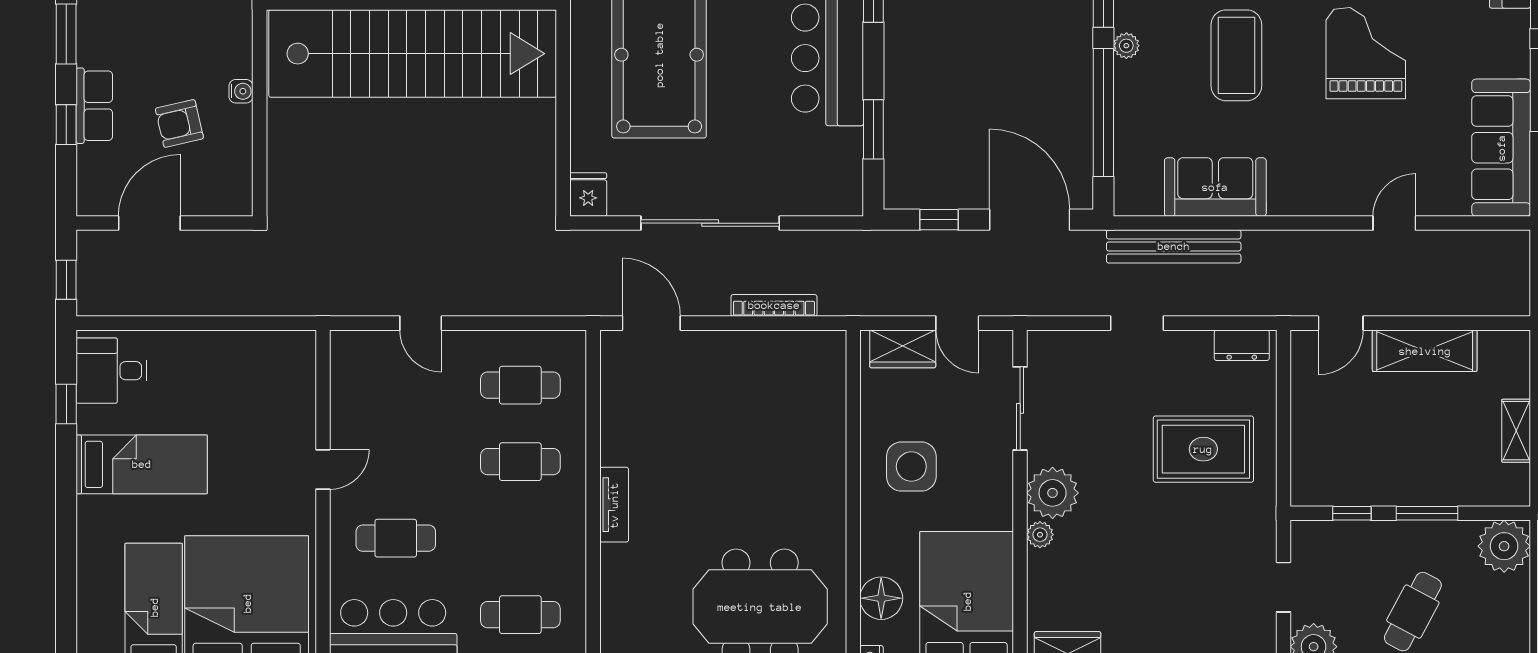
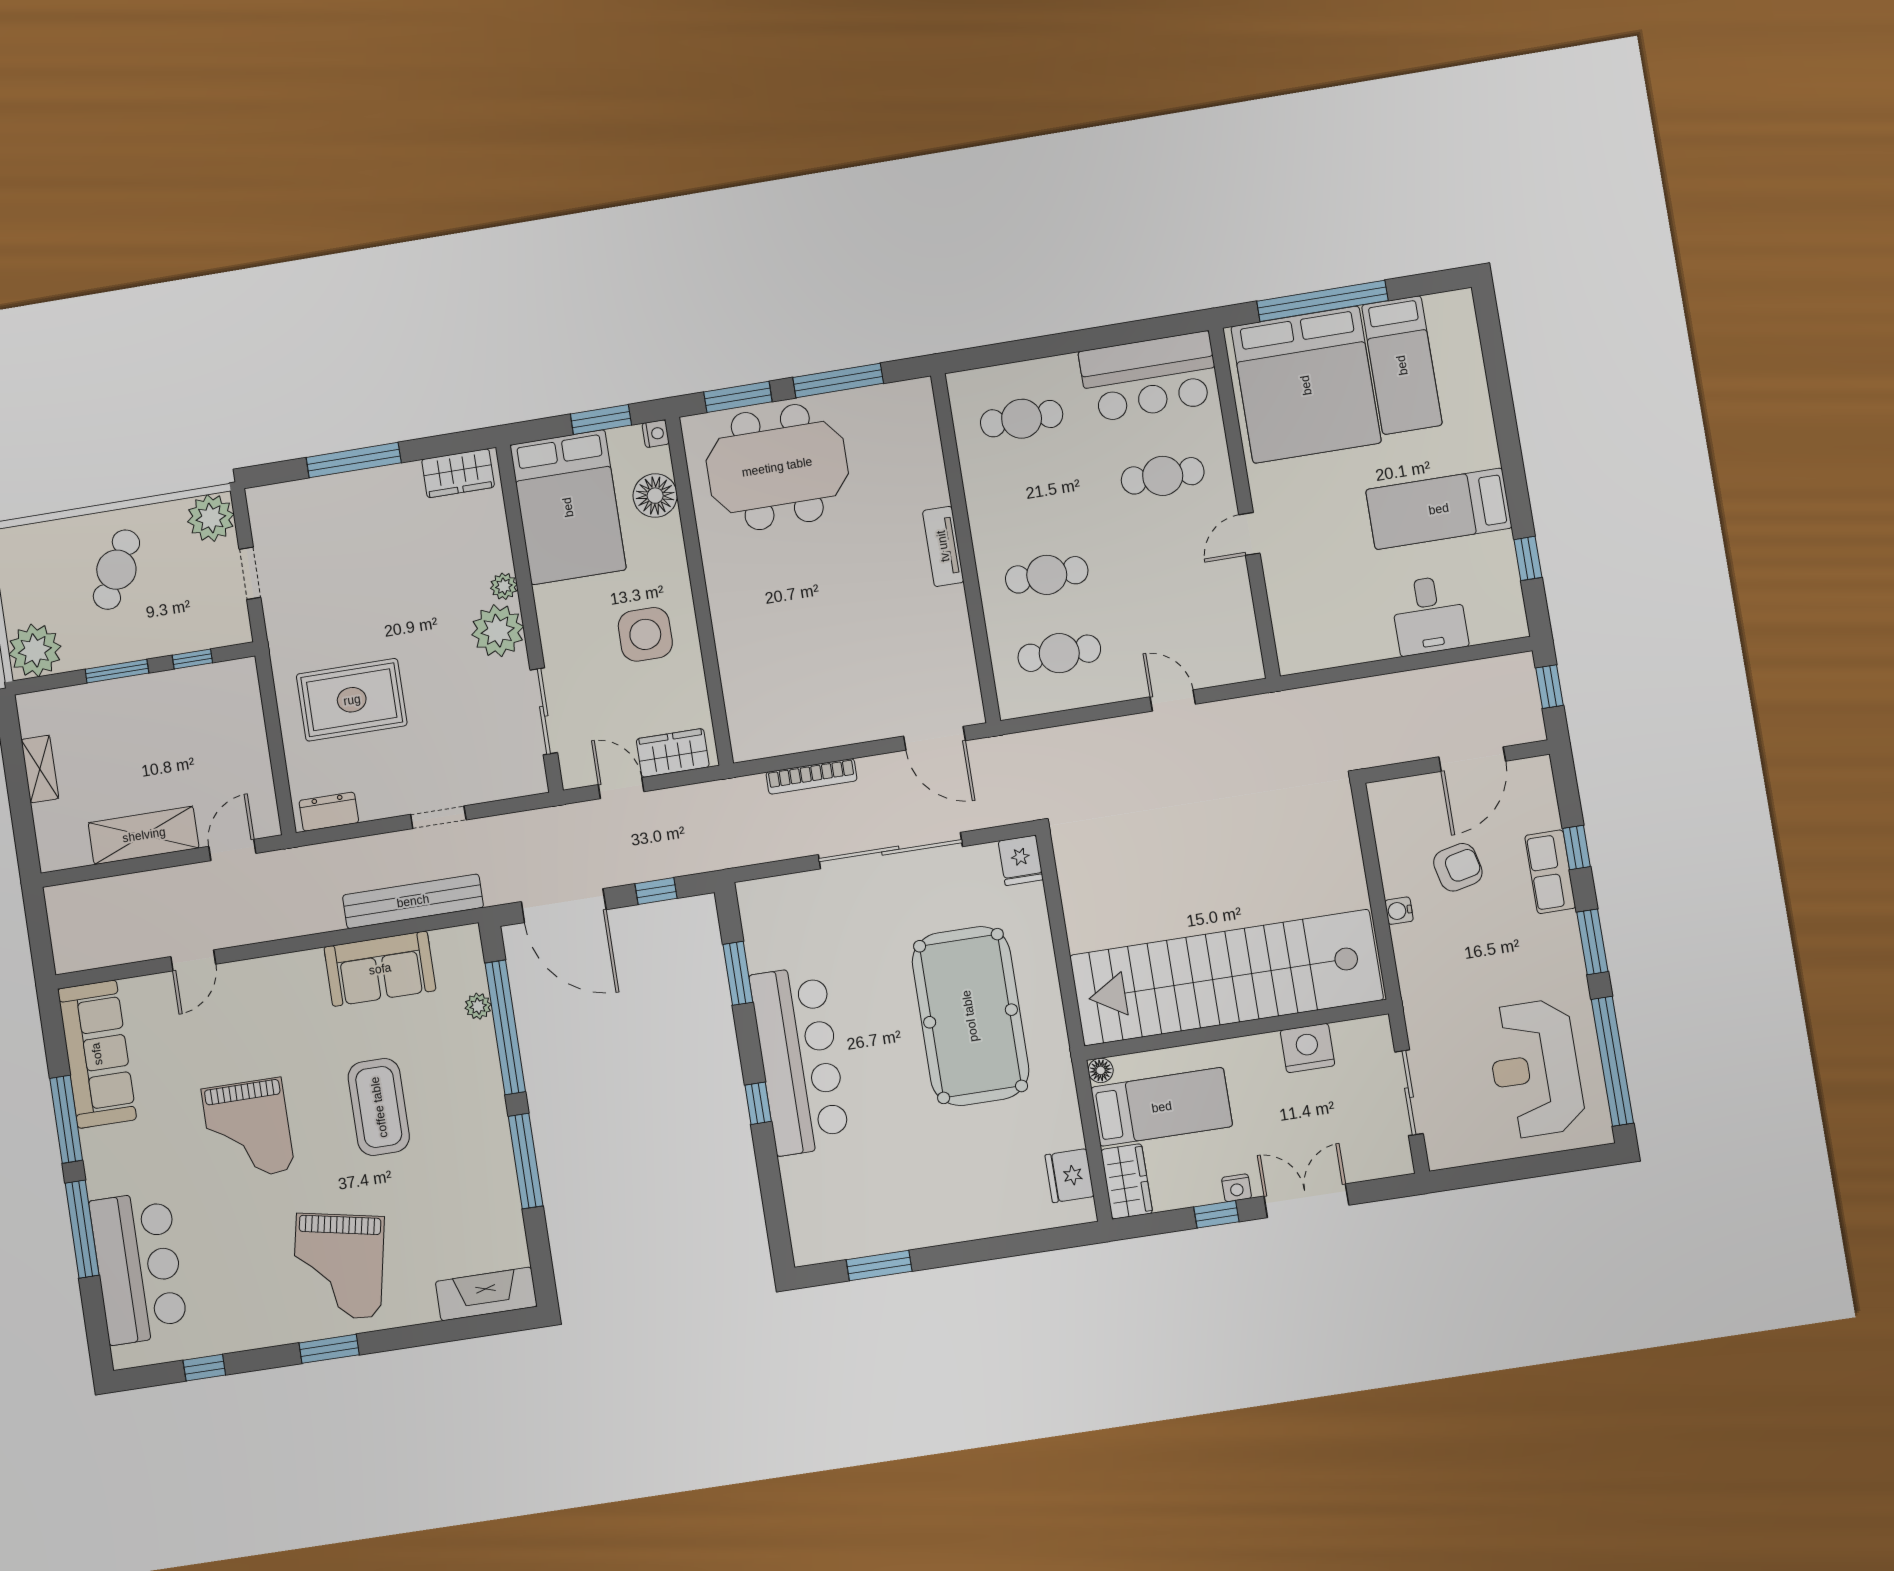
plant: (1126, 46) -> (478, 1006), moved
desk: (112, 371) -> (1429, 615), moved, turned 90

